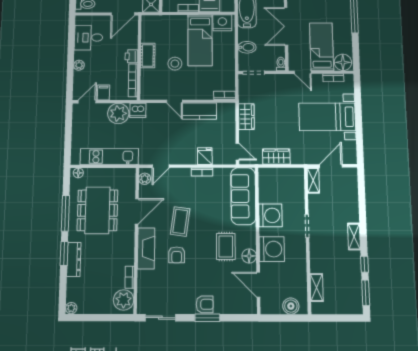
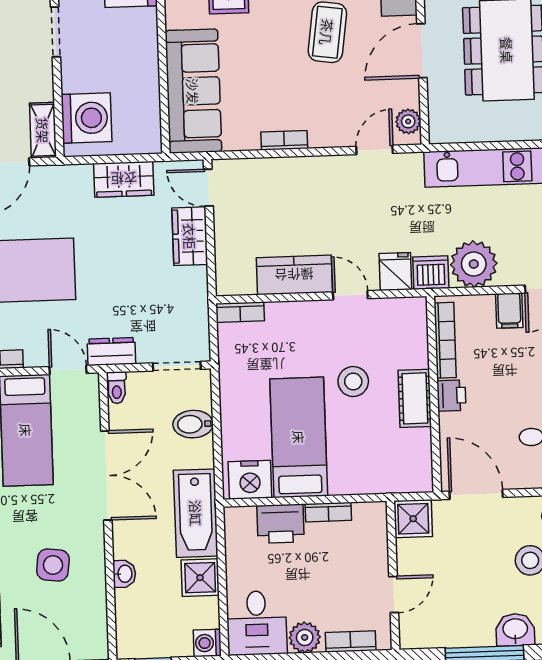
door: (123, 14) -> (476, 494), hinge flipped
dresser: (283, 80) -> (112, 352), added
wardrobe: (246, 117) -> (190, 236), moved
fridge: (205, 156) -> (395, 271), moved, turned 180
washing machine: (270, 215) -> (87, 118), moved, turned 180

